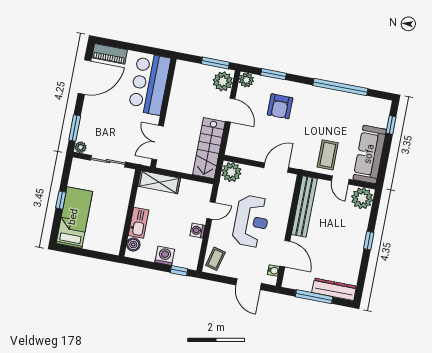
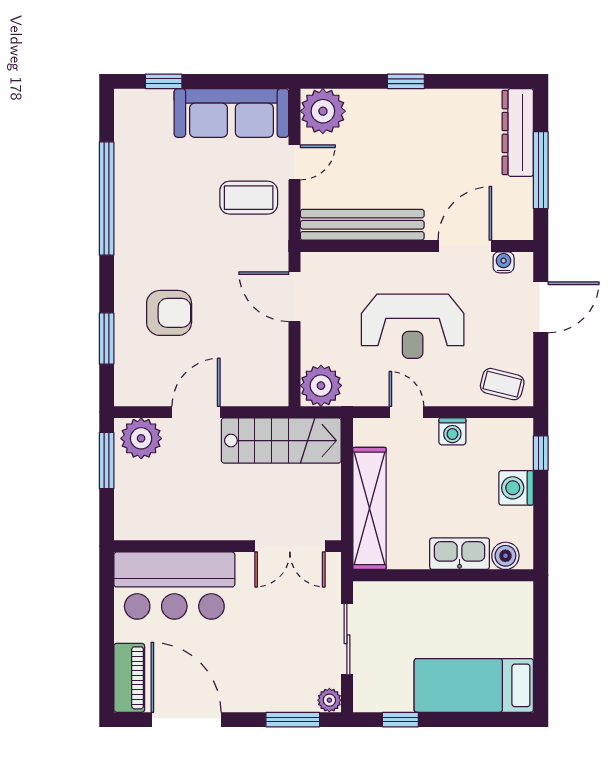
plant: (246, 80) -> (129, 391), removed
shelving: (159, 182) -> (369, 508), width x1.47
window: (61, 200) -> (400, 720), moved
reception desk: (251, 221) -> (413, 326), turned 180

